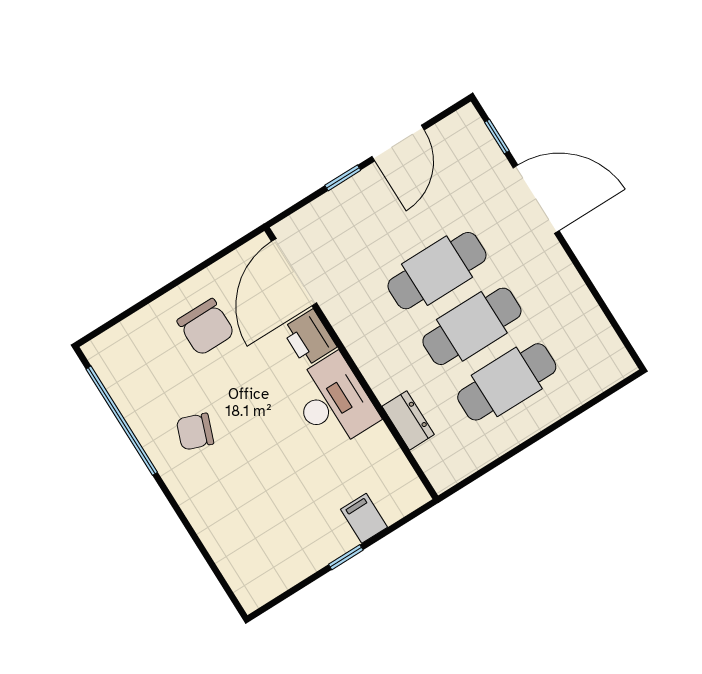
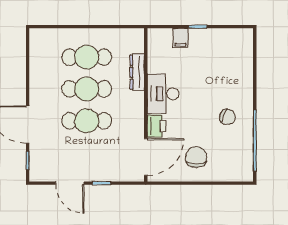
door: (398, 143) -> (70, 183), swing flipped
dresser: (408, 420) -> (137, 72), width x1.44

